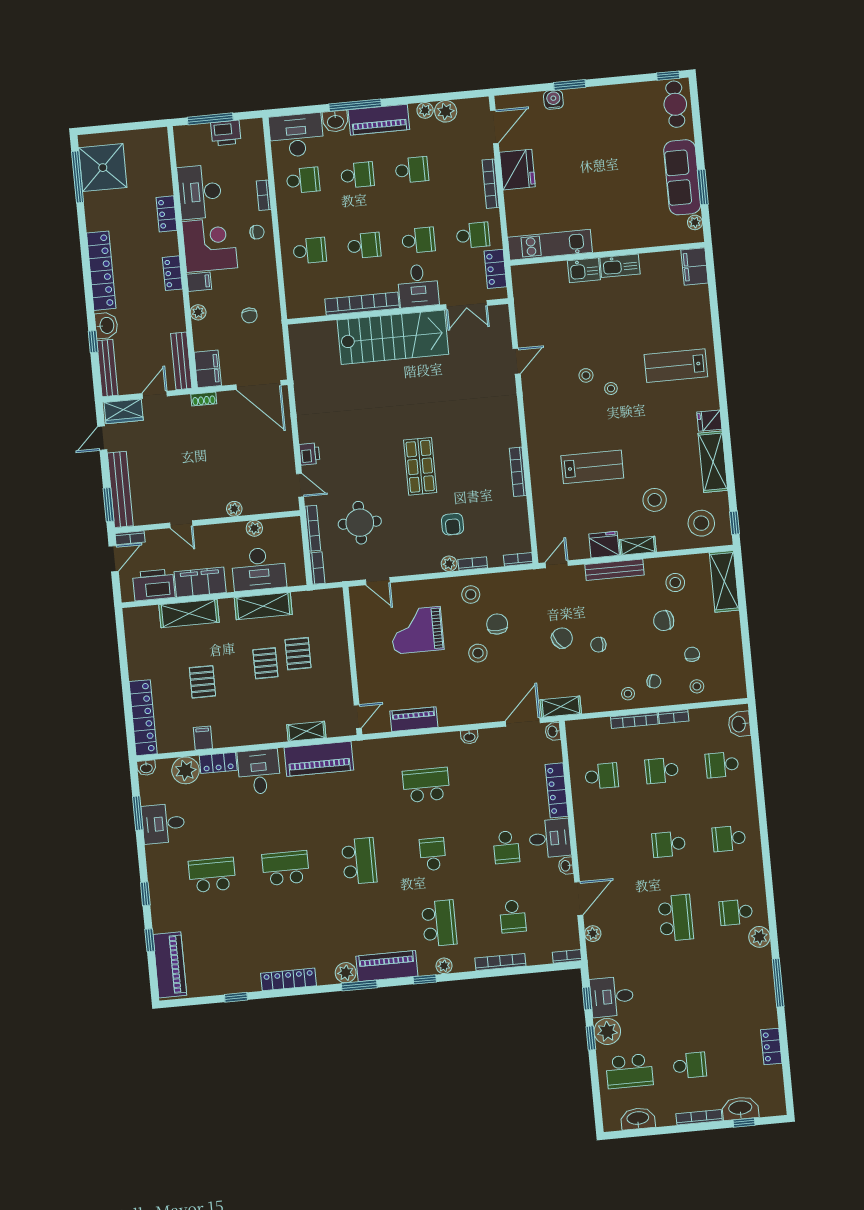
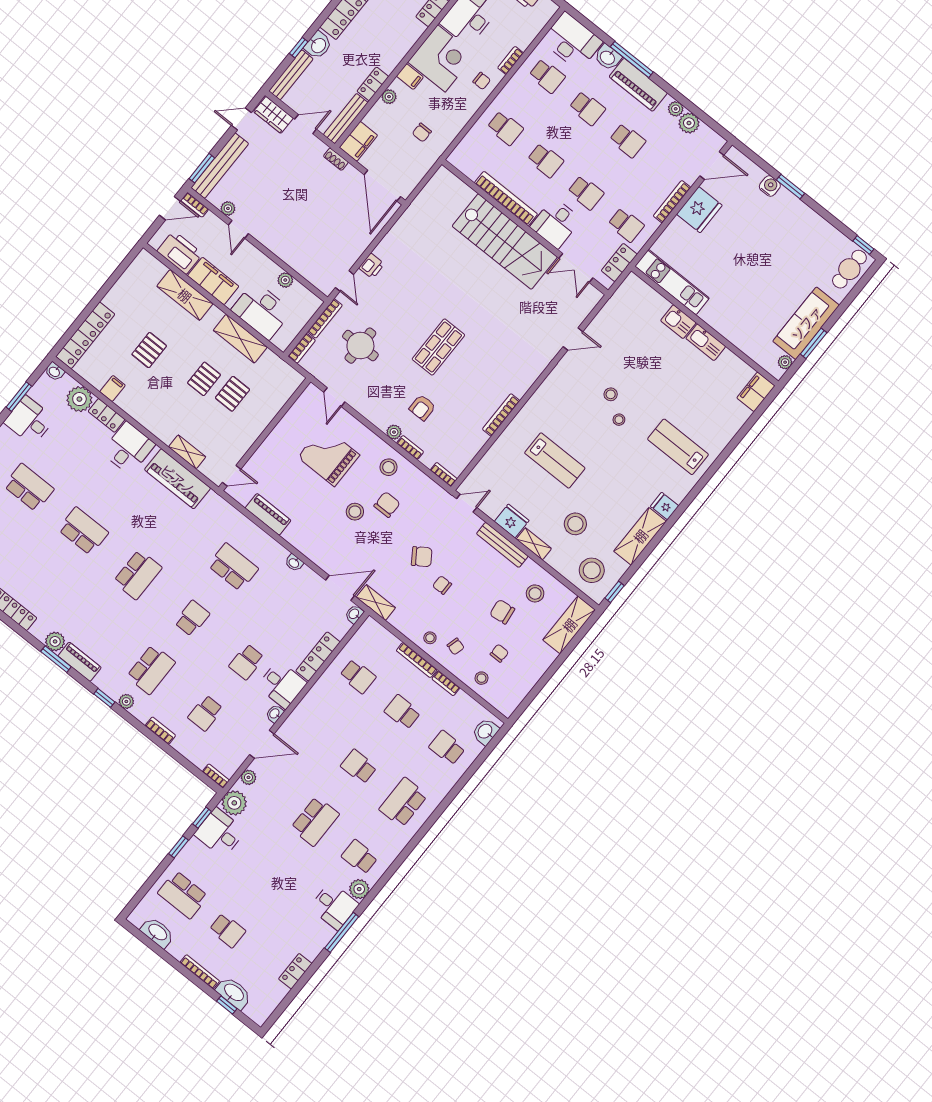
locker: (172, 273) -> (373, 84), moved
plant: (234, 509) -> (228, 208), moved
school desk: (729, 838) -> (403, 802), width x1.85
bookcase: (500, 962) -> (160, 731), width x0.64
piano: (387, 966) -> (80, 662), width x0.73, depth x0.75
desk: (753, 968) -> (334, 906), added
plant: (607, 1031) -> (234, 803), moved

